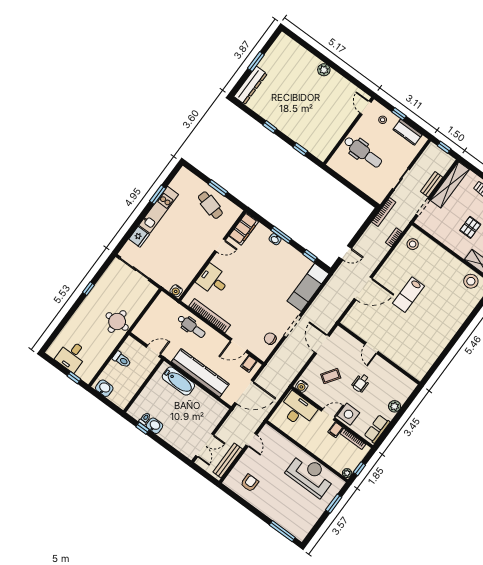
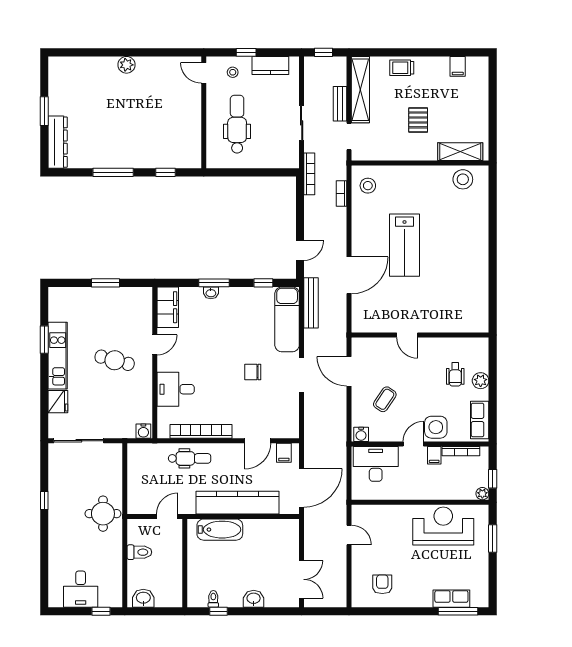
window: (270, 127) -> (113, 172), width x2.17
dental chair: (363, 152) -> (237, 124), turned -90
cafe table: (210, 205) -> (115, 360), moved
lab bench: (408, 295) -> (404, 245), width x1.36, depth x1.39
chair: (270, 339) -> (253, 372), moved
wheelchair: (361, 383) -> (455, 374), moved
washbasin: (154, 426) -> (254, 599), moved
bench: (228, 460) -> (311, 303), moved
row of seats: (284, 521) -> (451, 599), added

